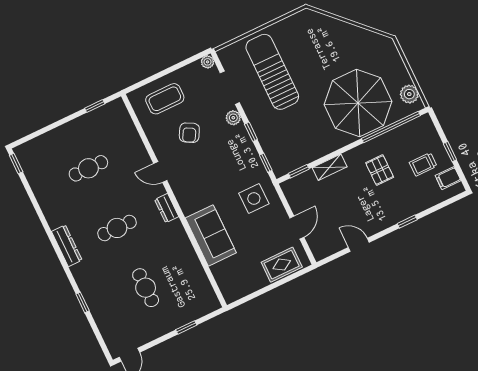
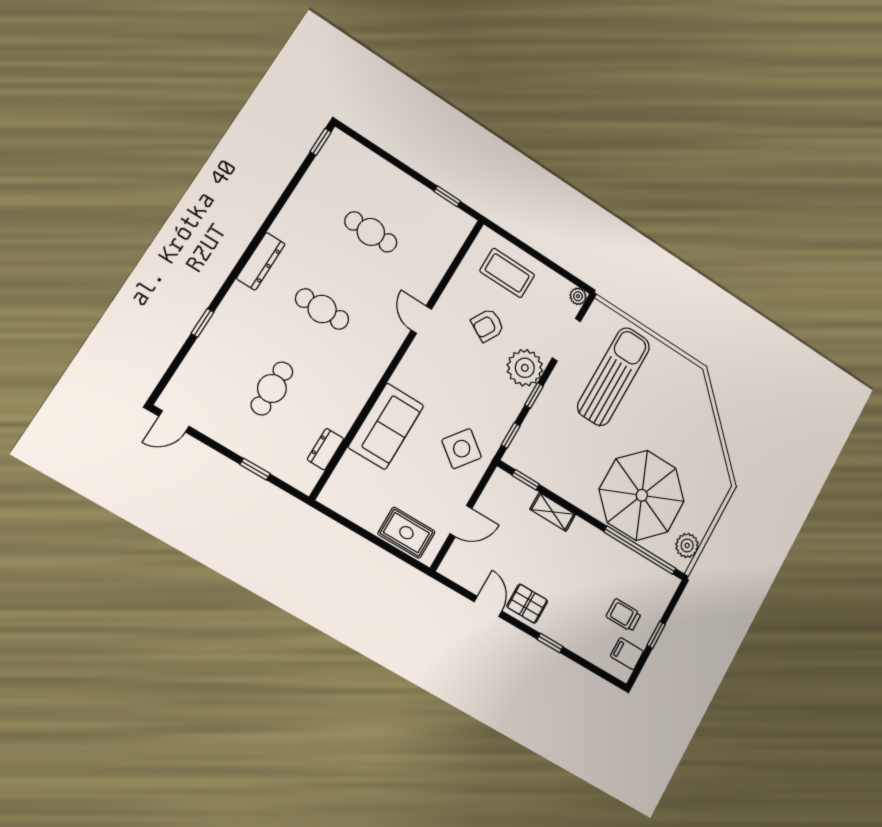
plant: (233, 118) -> (525, 368), width x1.88, depth x1.88
pallet: (380, 170) -> (527, 604), moved, turned 90
side table: (254, 198) -> (462, 449), turned 37
dresser: (167, 208) -> (325, 449), moved

